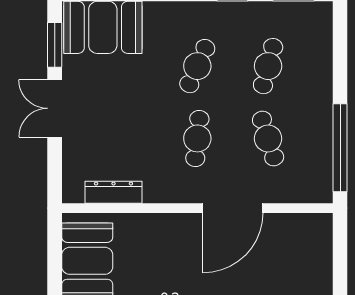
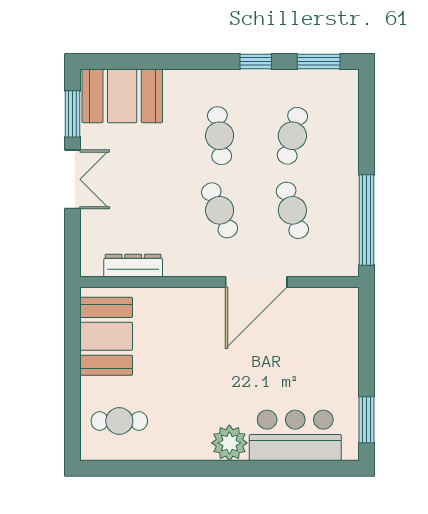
cafe table: (197, 66) -> (220, 136), turned -30
double door: (55, 108) -> (73, 179), swing flipped
cafe table: (197, 138) -> (220, 210), turned -30

